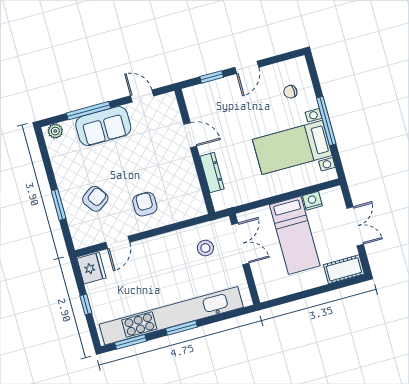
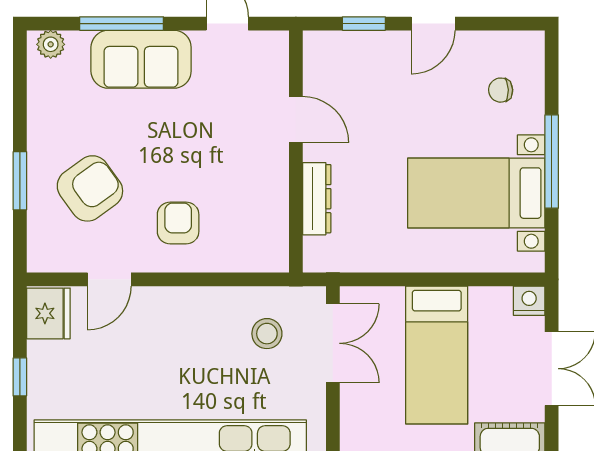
armchair: (95, 199) -> (90, 188), width x1.38, depth x1.38
nightstand: (312, 201) -> (529, 301), moved

